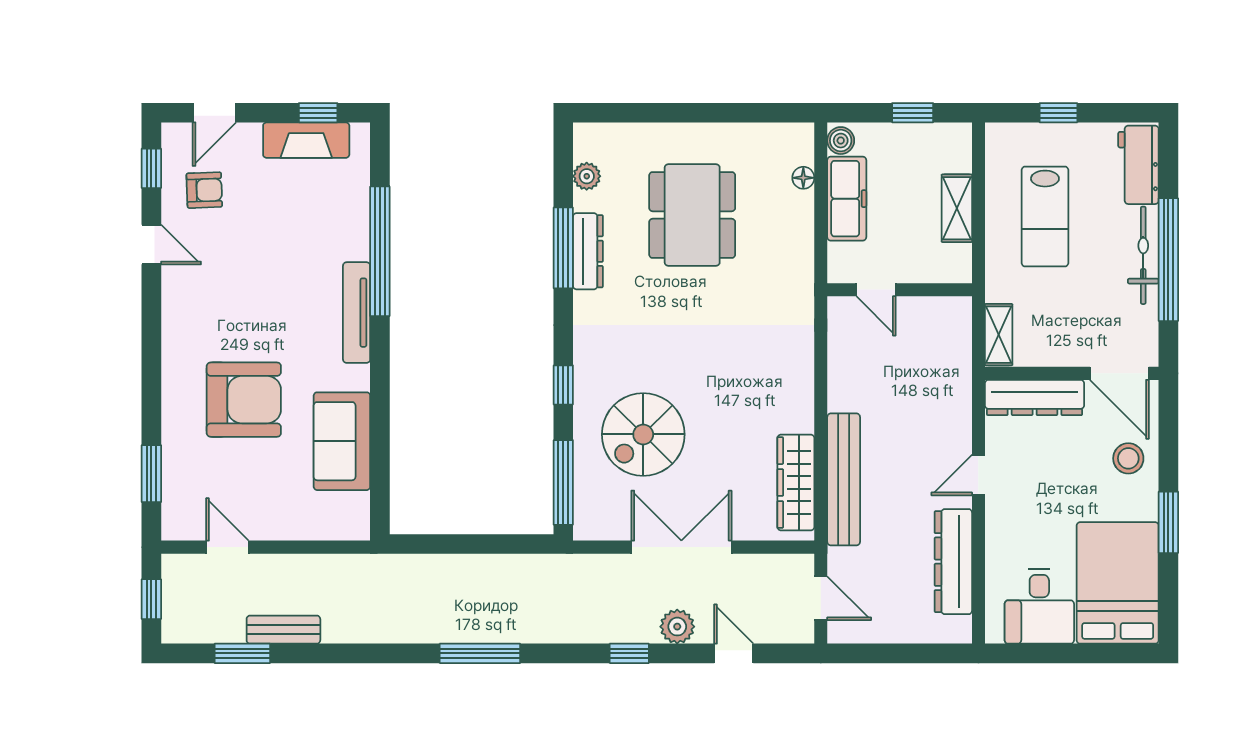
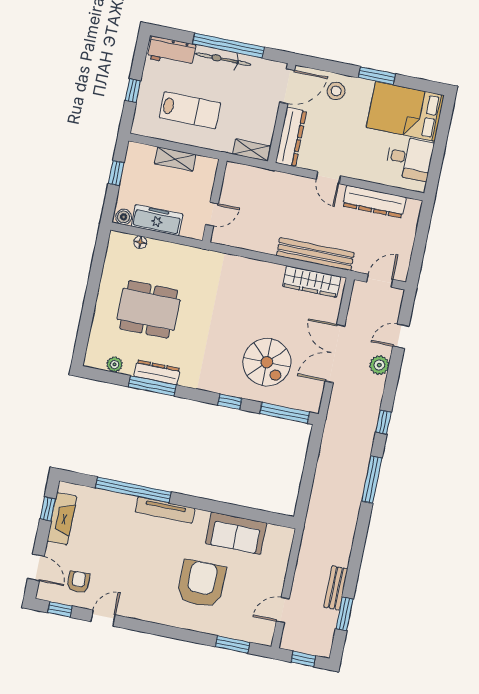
window: (629, 653) -> (383, 422), moved

